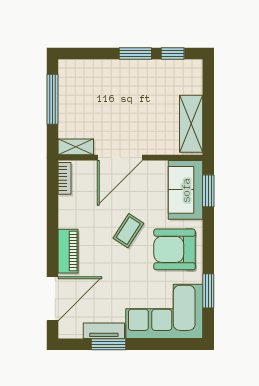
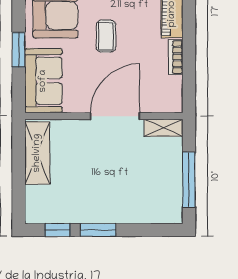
bookcase: (64, 178) -> (176, 57), moved
window: (208, 191) -> (19, 50), moved
coffee table: (128, 231) -> (106, 36), turned -33

